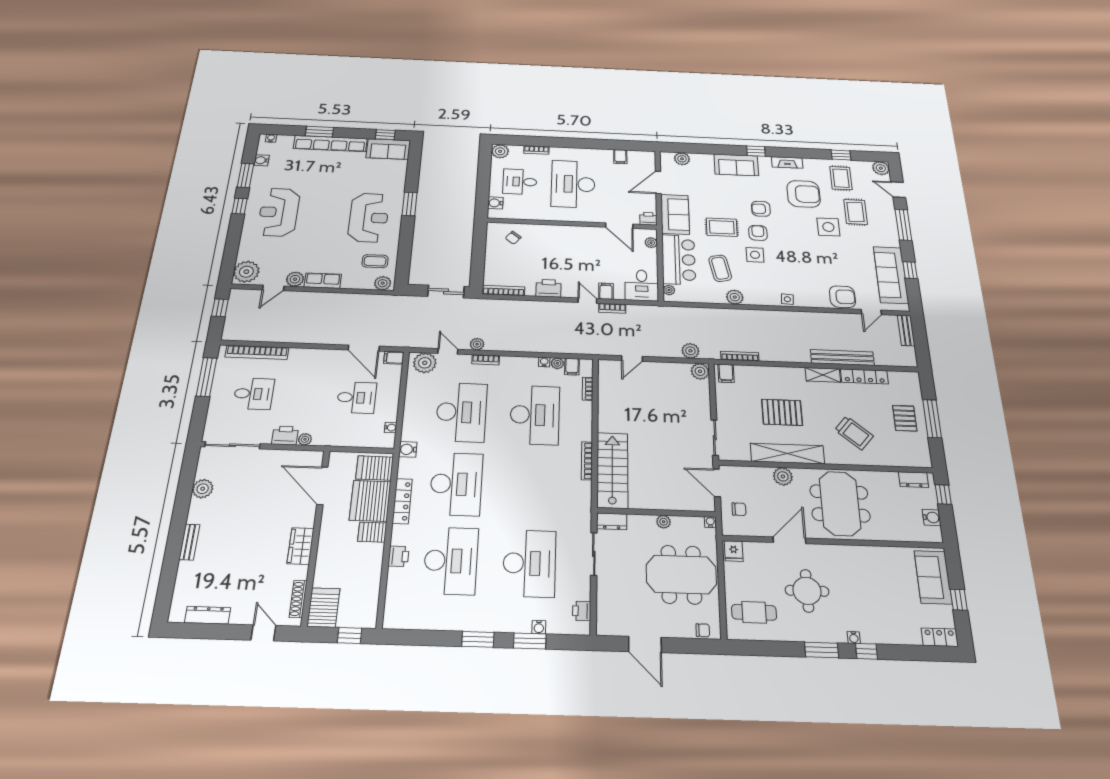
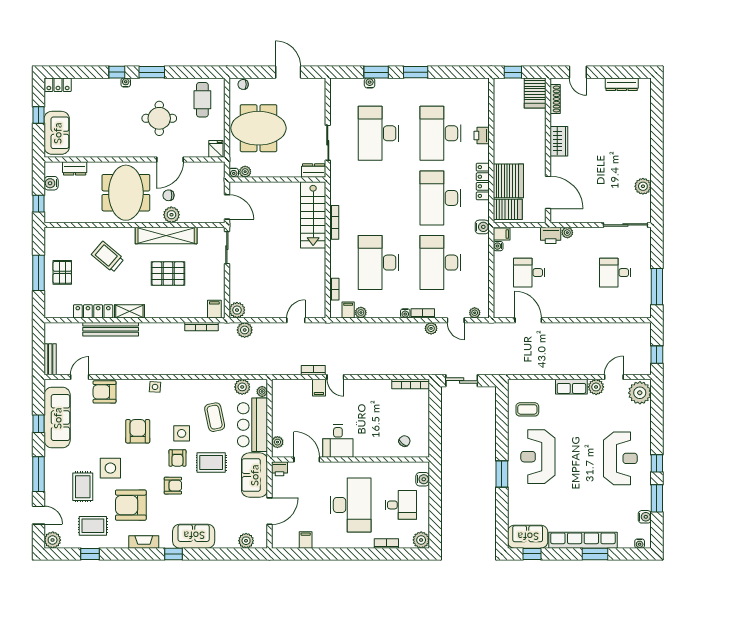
rug: (841, 178) -> (93, 526), turned 90
armchair: (802, 259) -> (138, 431), added
plant: (383, 283) -> (518, 387), removed
desk: (642, 285) -> (338, 441), moved, turned 180
printer: (549, 288) -> (370, 388), removed
plant: (735, 297) -> (242, 387), moved
bookcase: (257, 352) -> (618, 312), removed
filing cabinet: (394, 358) -> (502, 234), moved
water cooler: (544, 362) -> (405, 313), moved
plant: (425, 363) -> (475, 313), width x0.53, depth x0.53
printer: (285, 436) -> (551, 235), moved
dresser: (913, 480) -> (75, 168), moved, turned 180
chair: (739, 509) -> (168, 195), moved
plant: (664, 522) -> (245, 172), moved
server rack: (372, 532) -> (504, 155), removed
bench: (189, 542) -> (646, 141), removed
printer: (582, 611) -> (337, 97), removed
cafe table: (754, 612) -> (202, 100), turned 90

